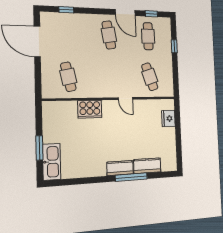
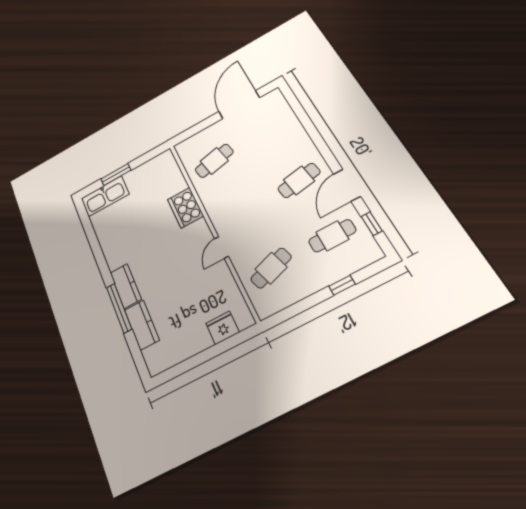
window: (66, 10) -> (300, 112), removed

